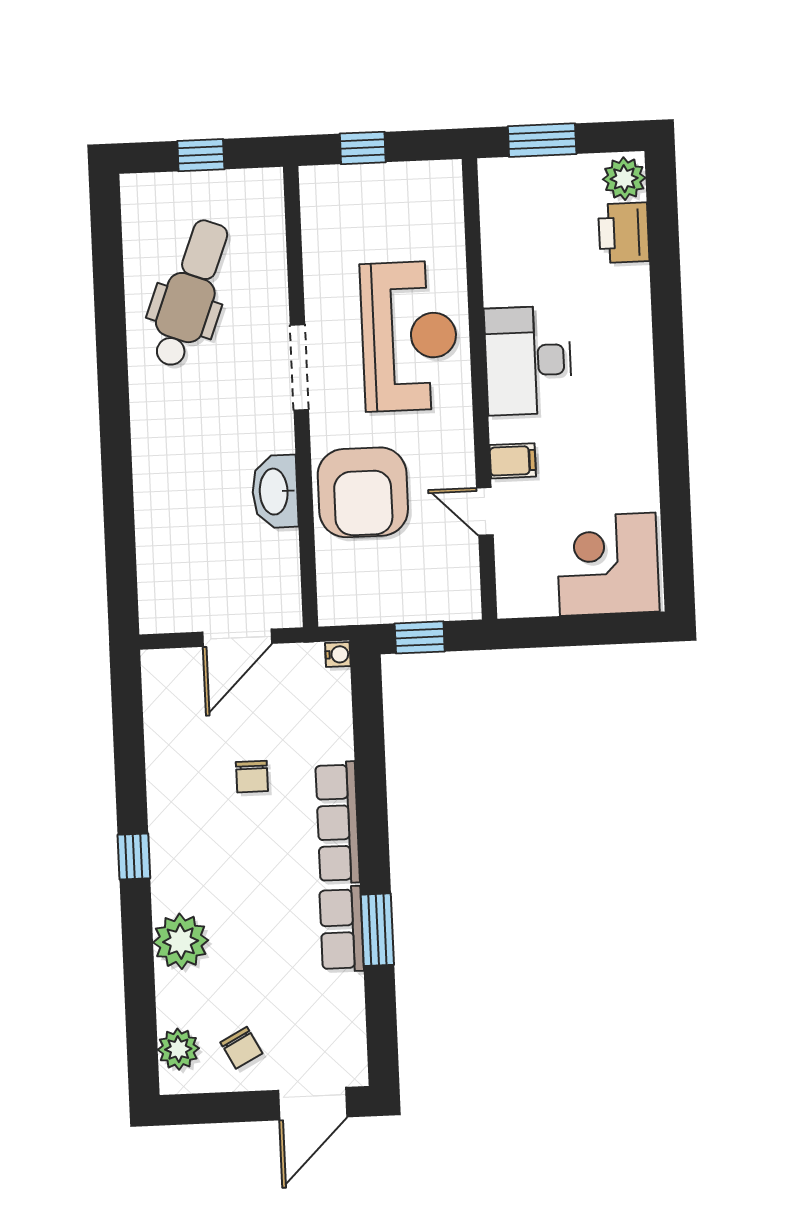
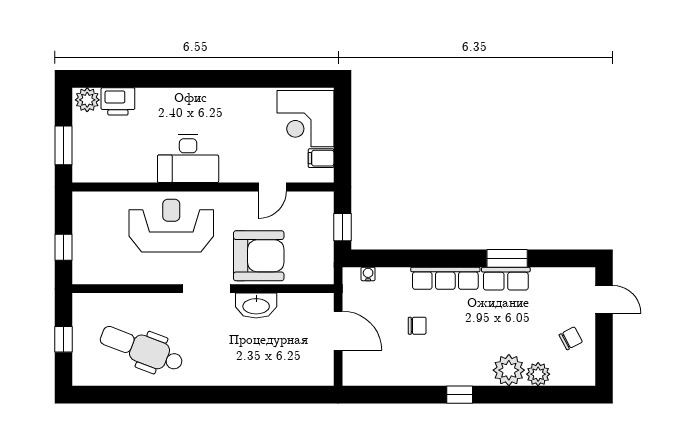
doorway: (299, 367) -> (207, 289), moved
filing cabinet: (513, 461) -> (321, 158), moved, turned -90
water cooler: (338, 654) -> (368, 274), moved
plant: (178, 1049) -> (538, 374), moved
door: (313, 1104) -> (604, 299), width x0.73

